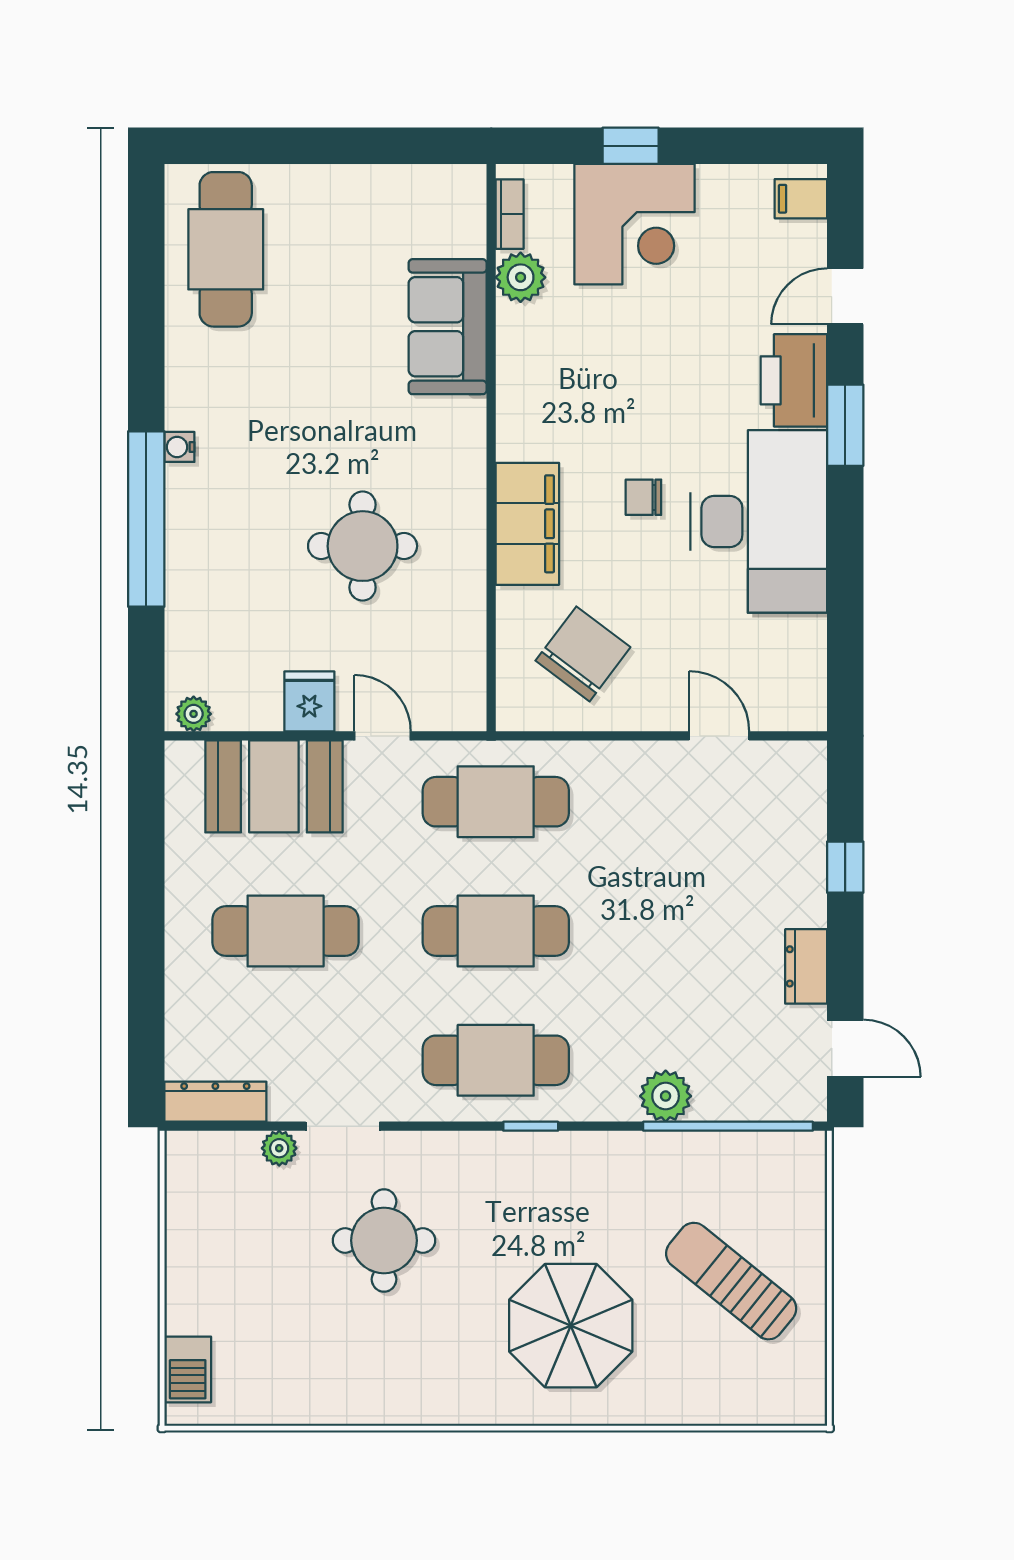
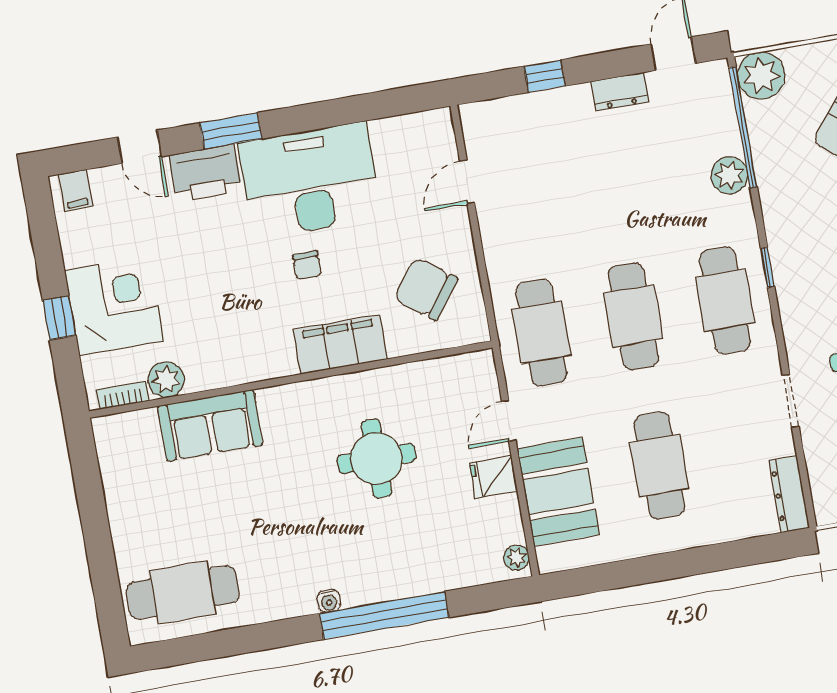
plant: (279, 1148) -> (761, 76), moved, width x1.88, depth x1.88

